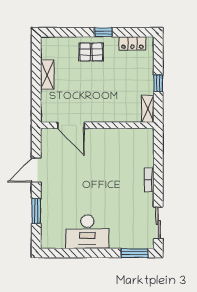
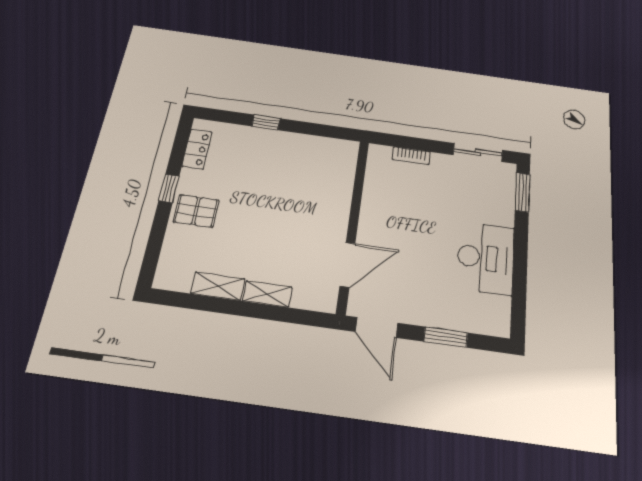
pallet: (91, 52) -> (196, 211), turned 90
shelving: (148, 109) -> (267, 294), moved
door: (71, 125) -> (348, 265), moved
wall: (97, 125) -> (353, 224), moved

